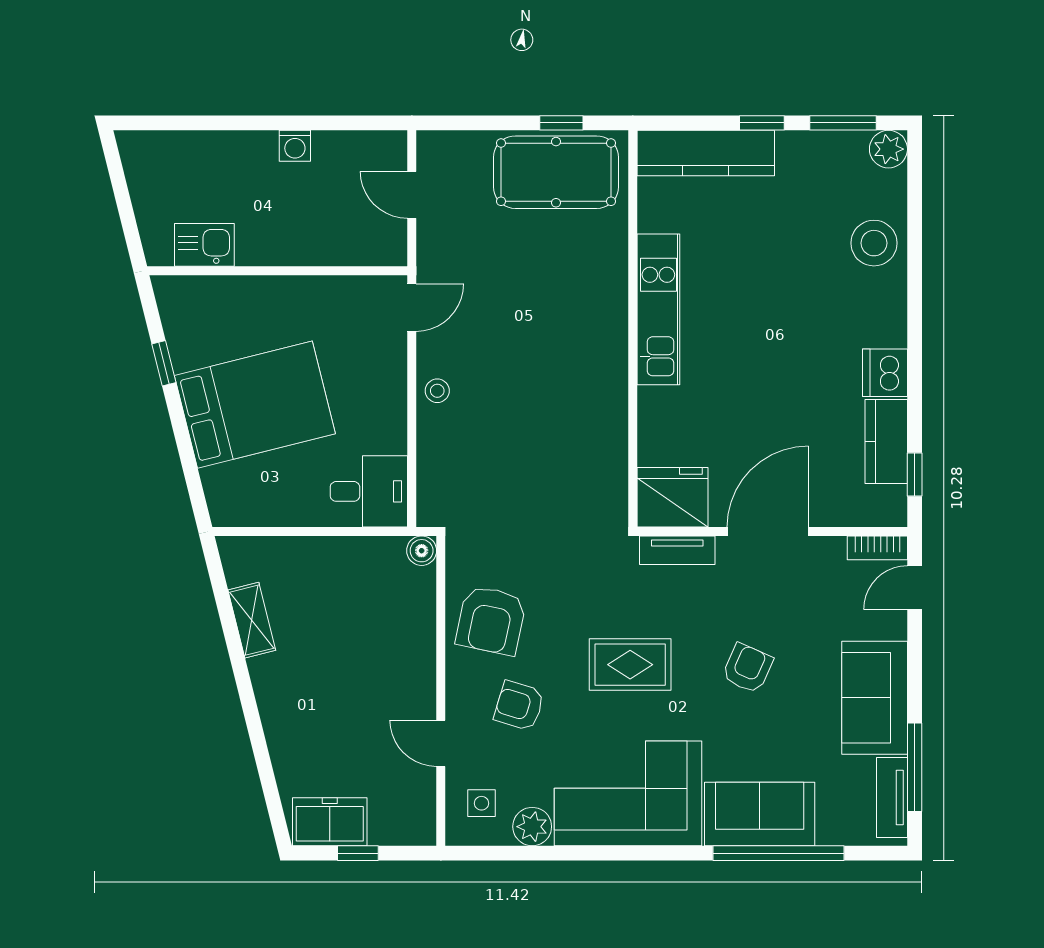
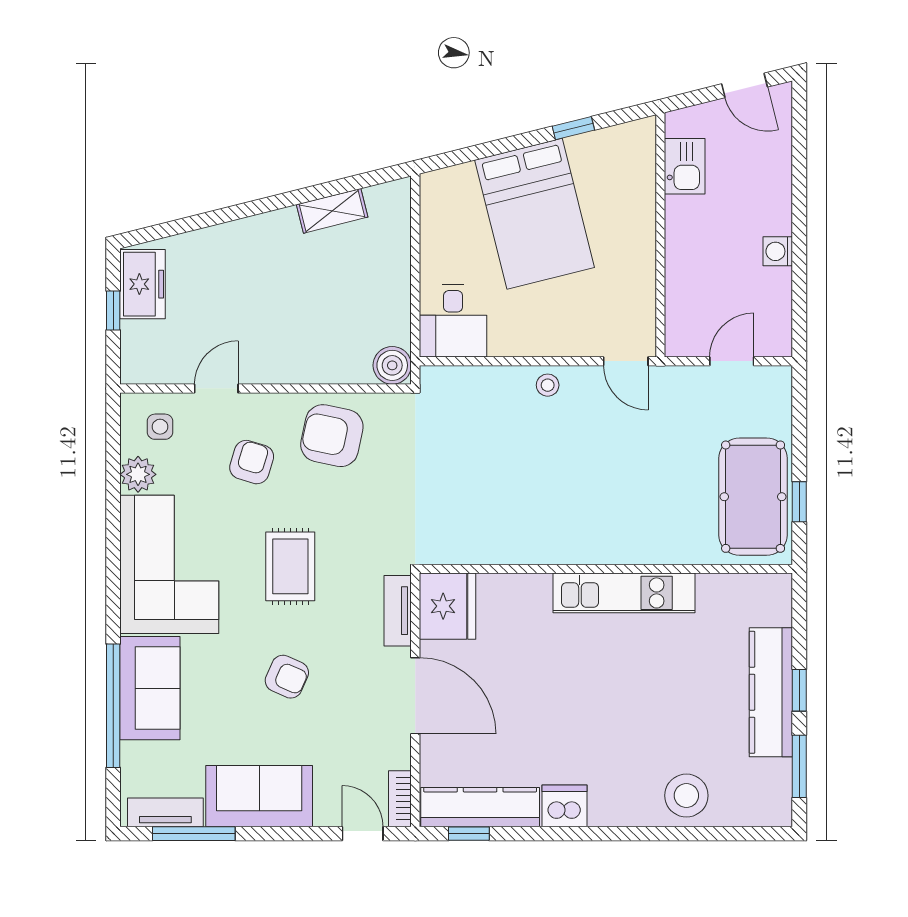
plant: (888, 149) -> (775, 809), removed
kitchen counter: (706, 153) -> (771, 692), moved
door: (118, 181) -> (745, 85), added
kitchen counter: (886, 442) -> (480, 807), width x1.50
boiler: (422, 551) -> (392, 365), width x1.36, depth x1.36

